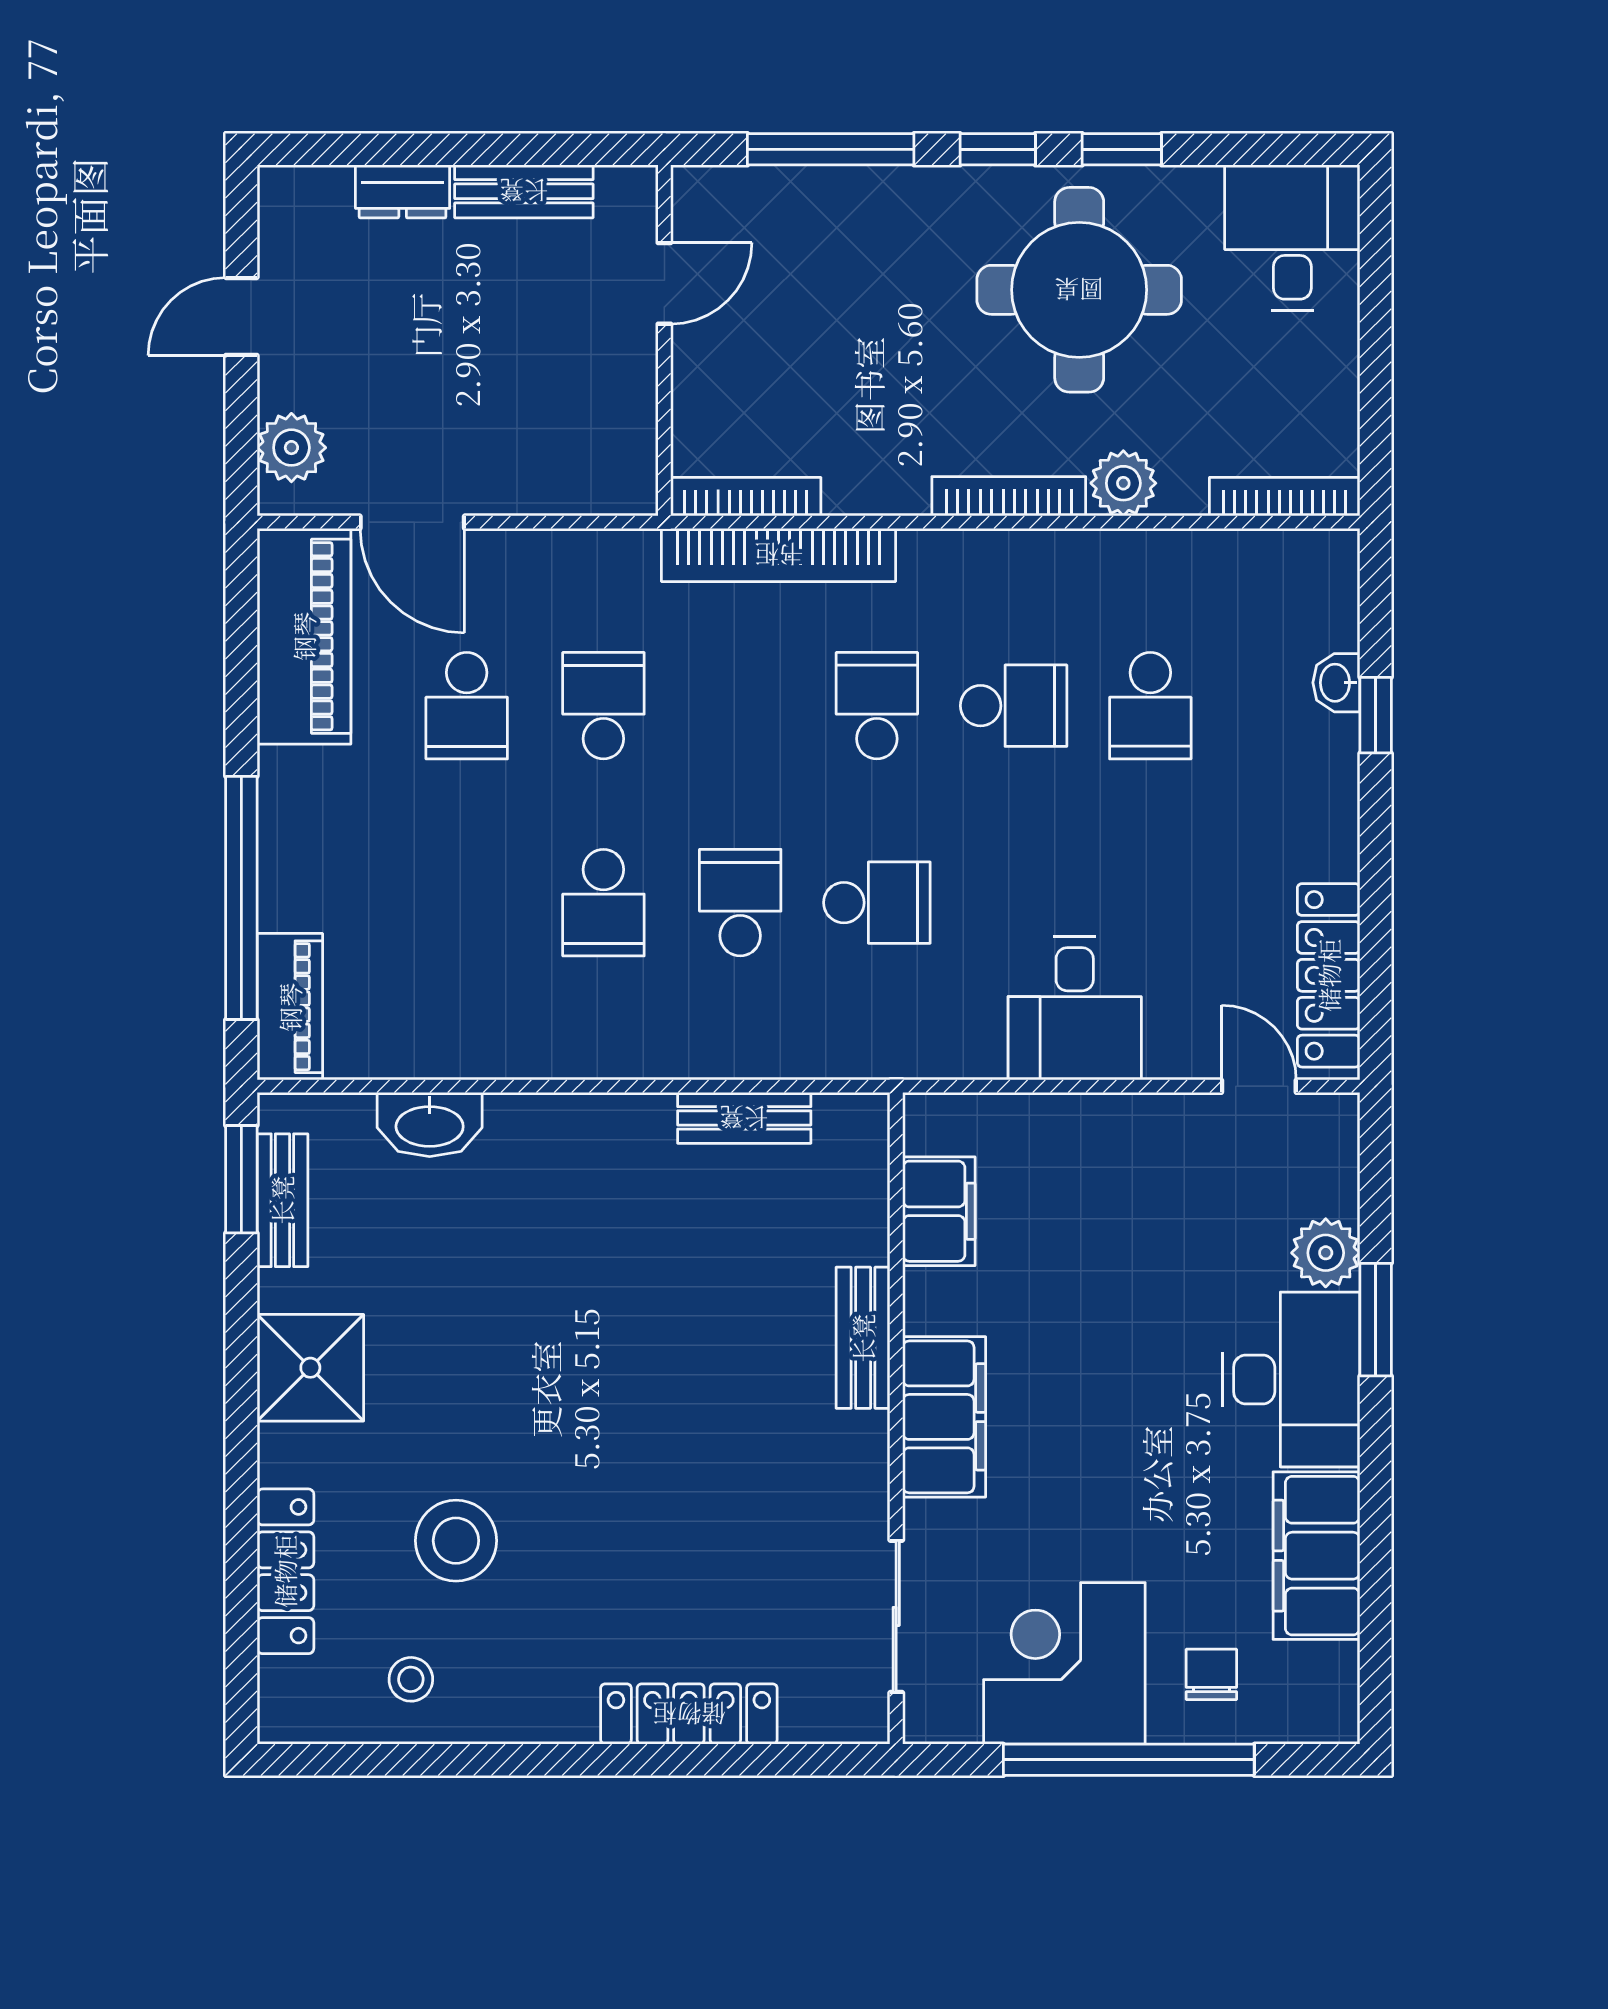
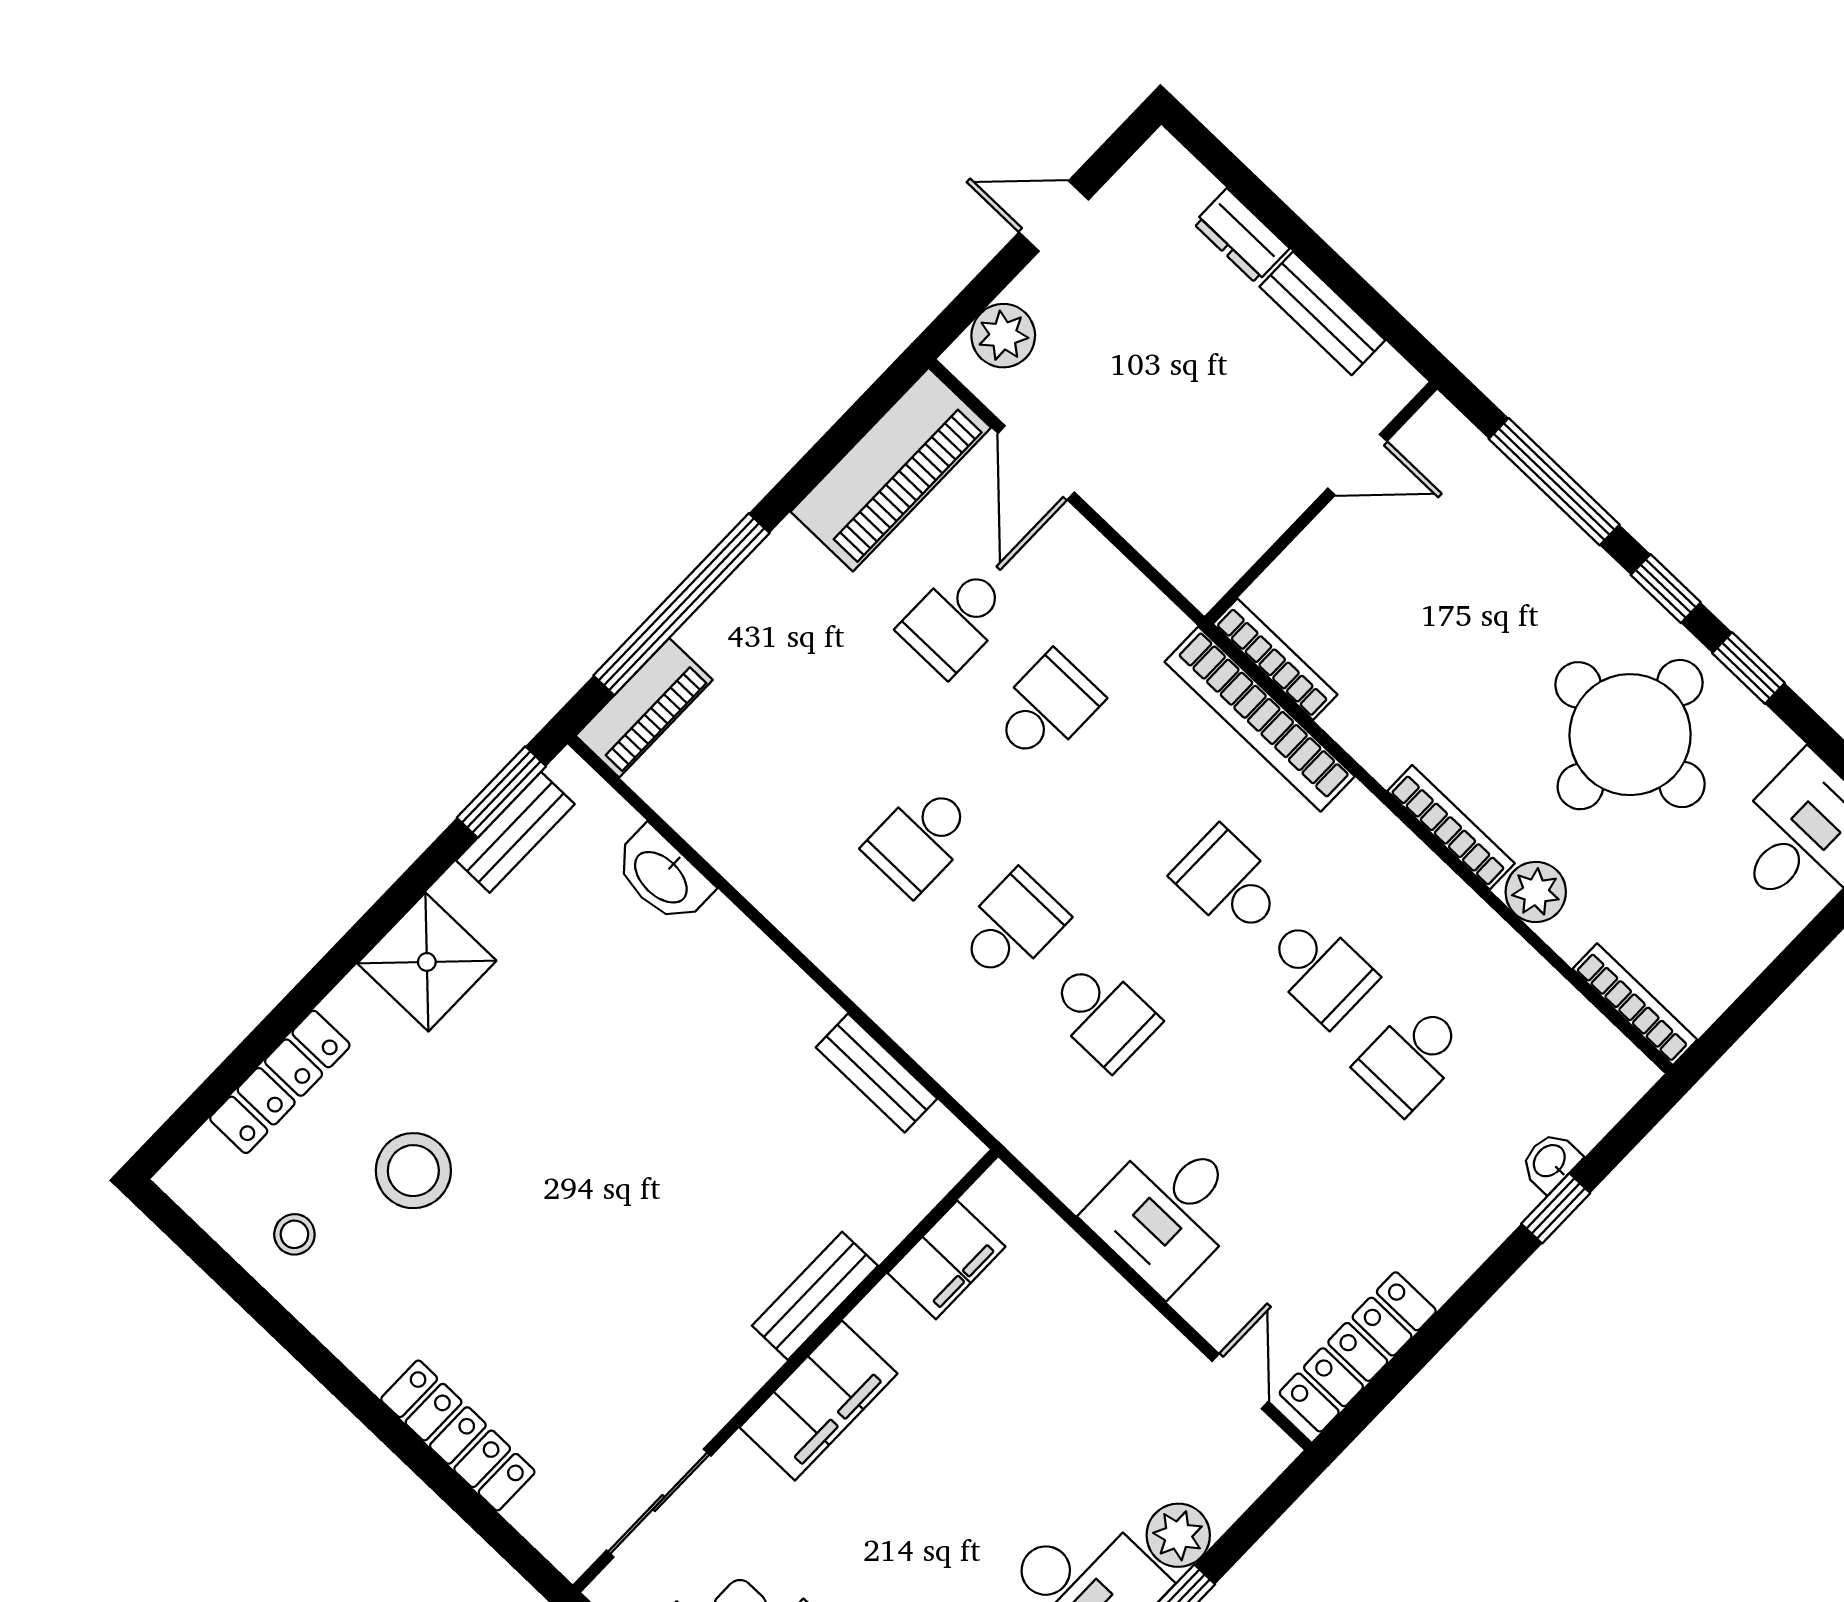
school desk: (877, 706) -> (1229, 883), turned -90

